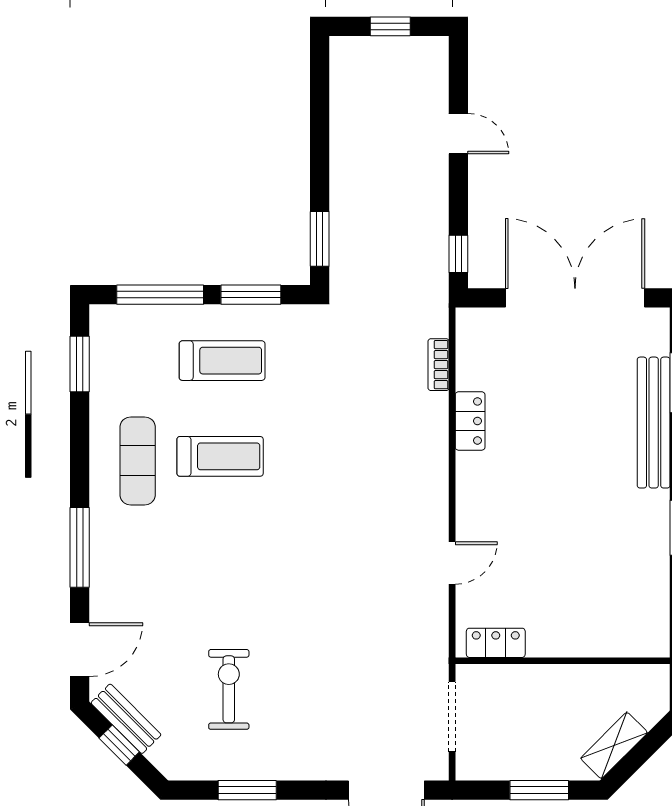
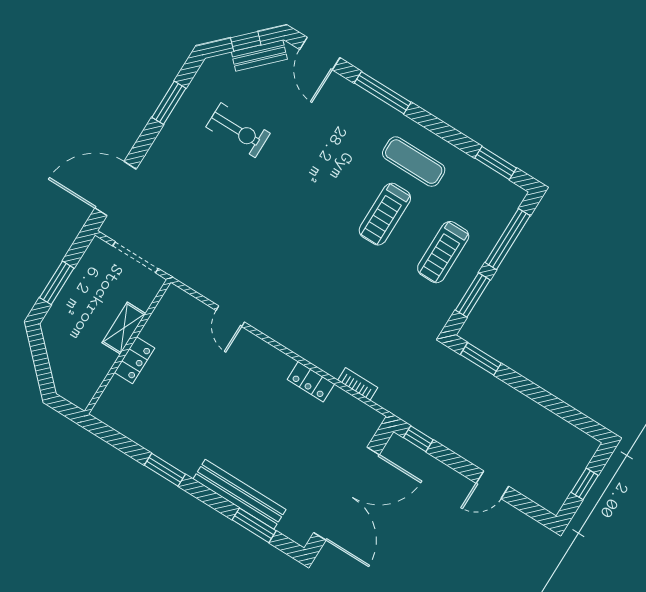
locker: (496, 643) -> (135, 360), moved
shelving: (614, 745) -> (124, 328), moved, turned 45

